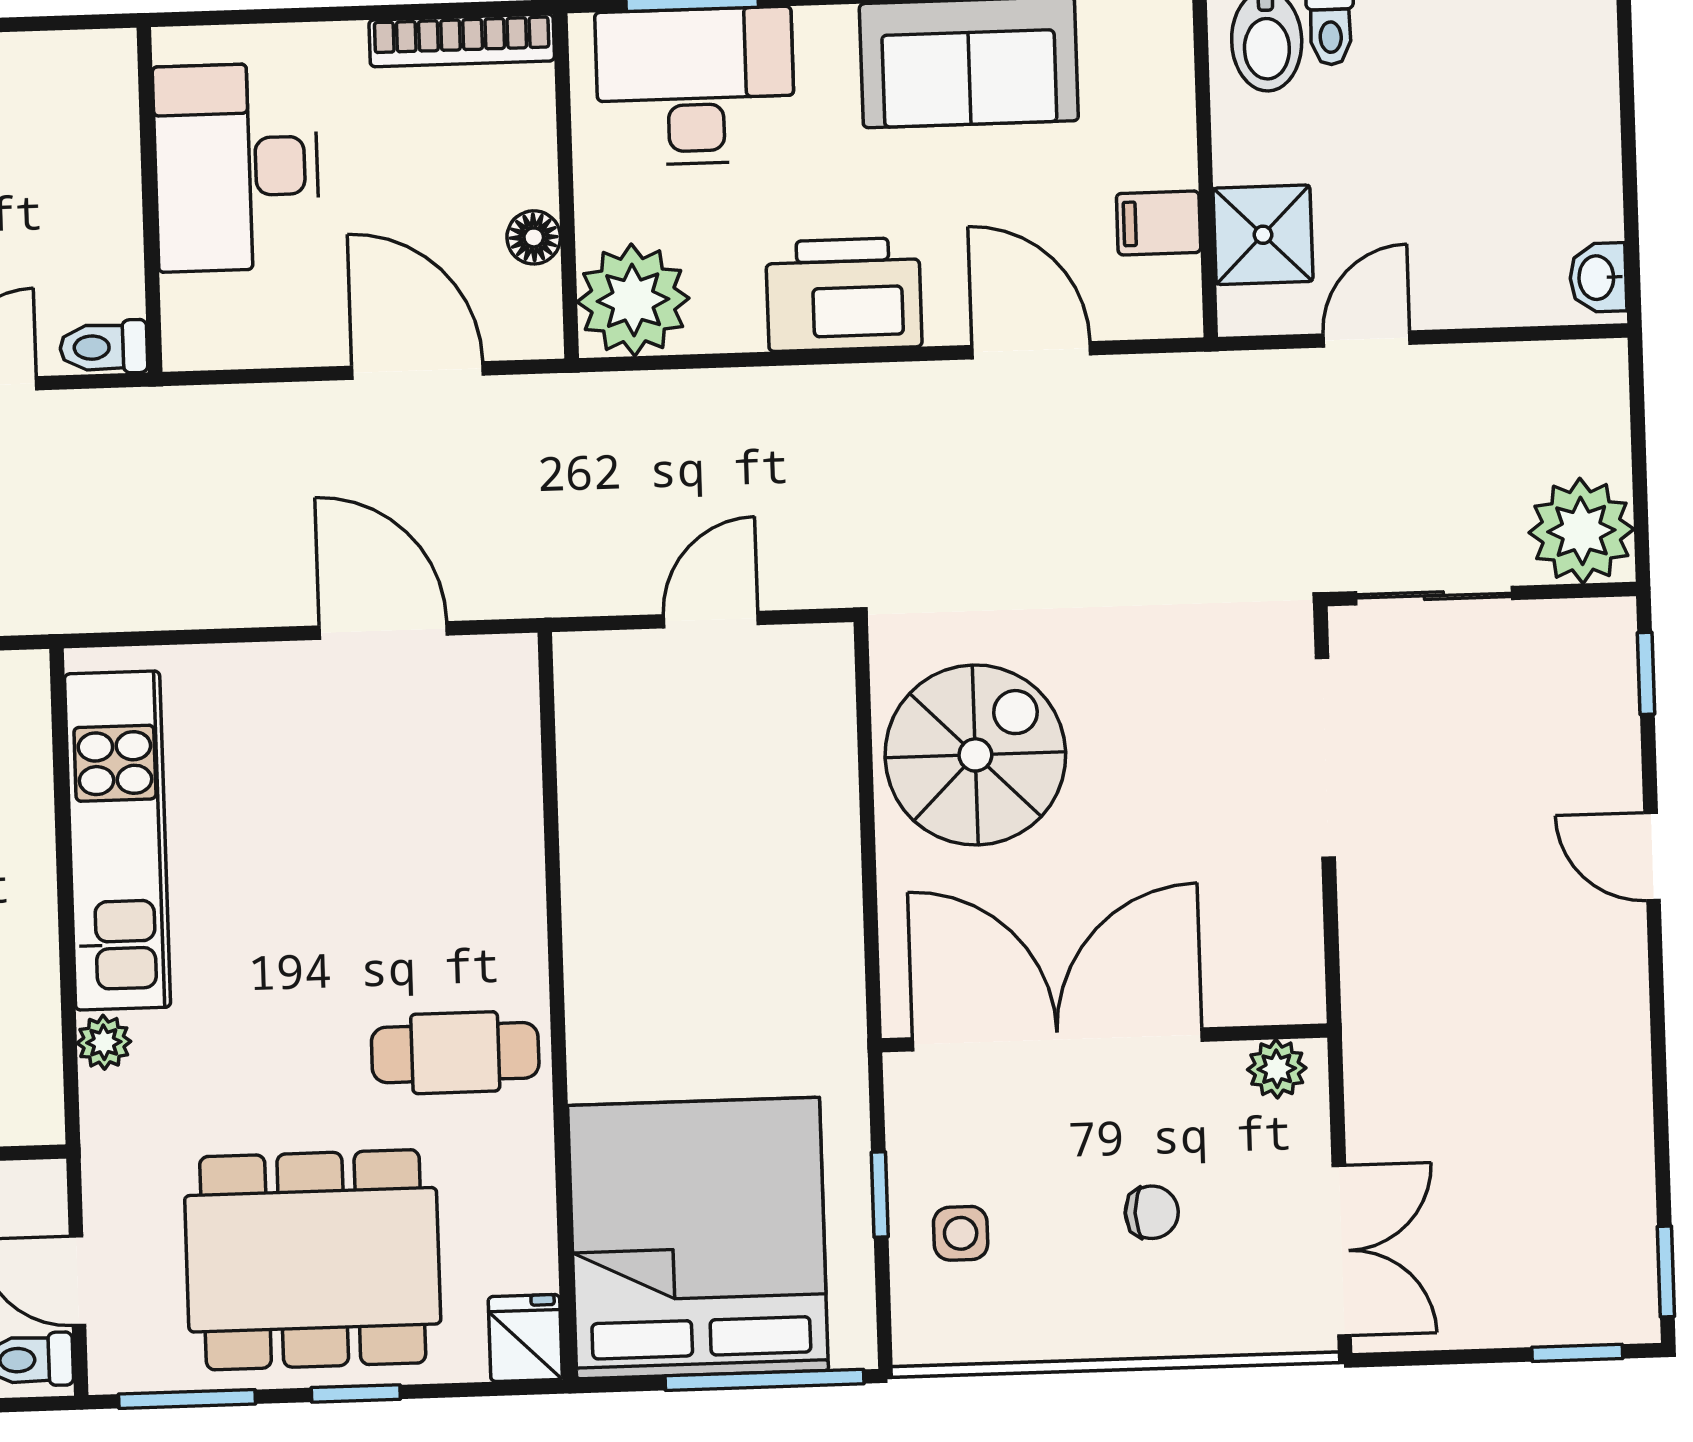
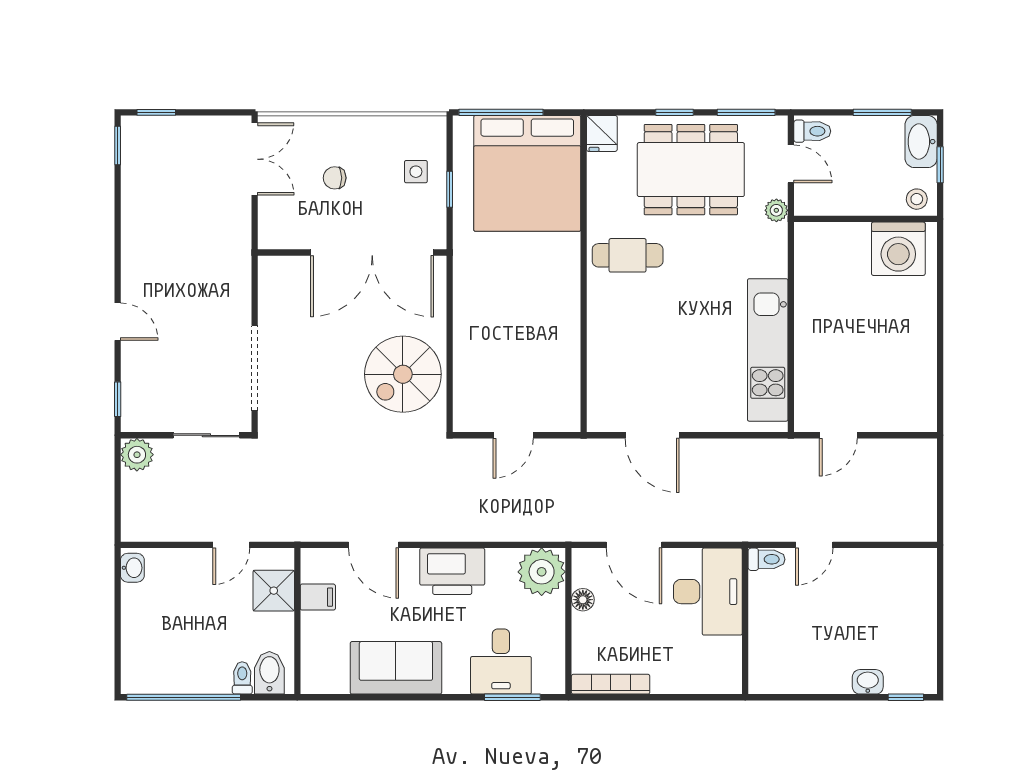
desk: (695, 86) -> (501, 662), width x0.73
desk: (236, 167) -> (708, 592), moved
plant: (1581, 531) -> (137, 455), width x0.73, depth x0.73
plant: (104, 1042) -> (776, 210), moved
plant: (1277, 1069) -> (280, 237), removed
double door: (1342, 1251) -> (255, 159), swing flipped

